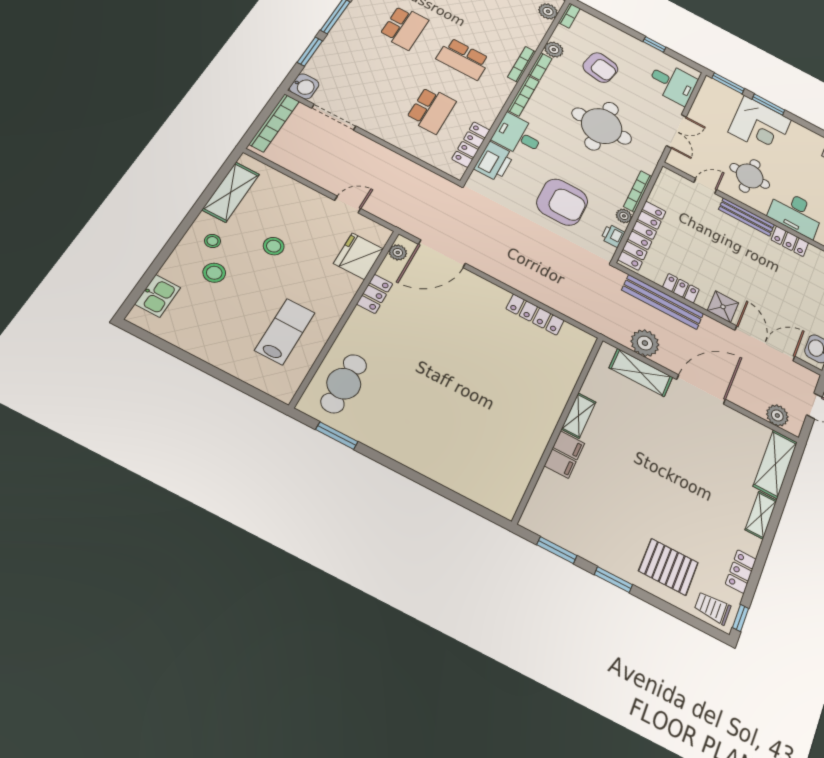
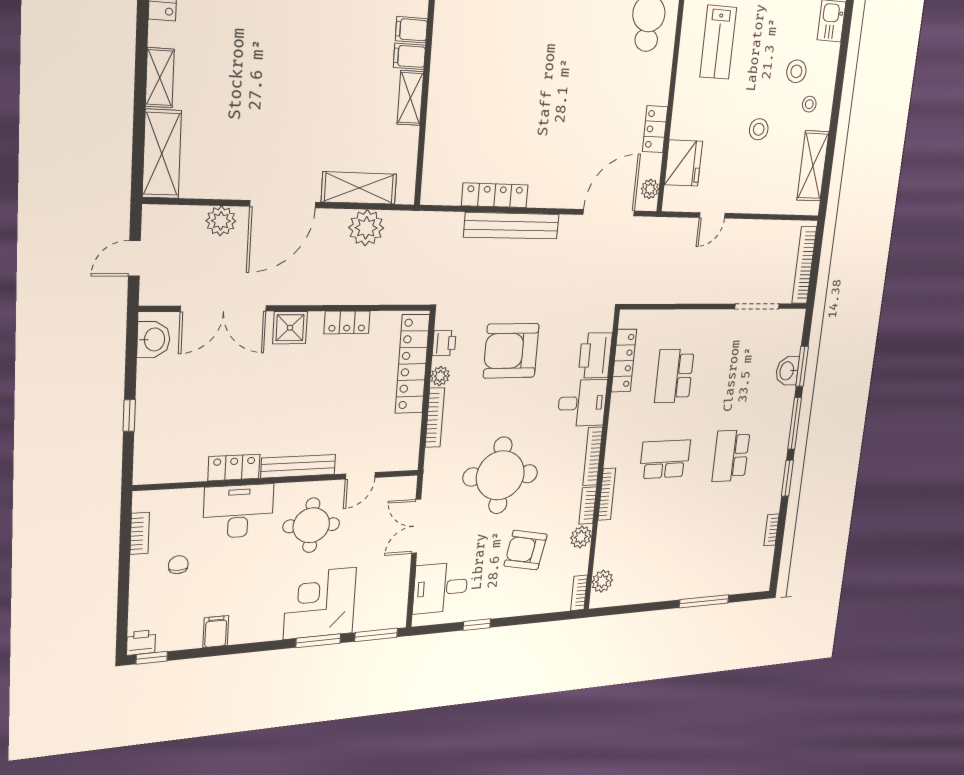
washbasin: (304, 86) -> (787, 371), moved
bench: (663, 302) -> (512, 226), moved
plant: (777, 415) -> (221, 221), moved

